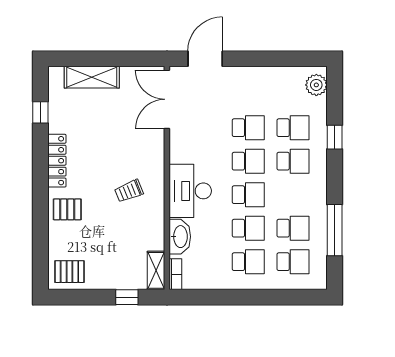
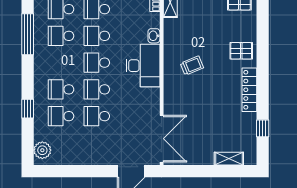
shelving: (92, 77) -> (229, 159), width x0.67, depth x0.75
washbasin: (180, 237) -> (154, 36), width x0.52, depth x0.69

